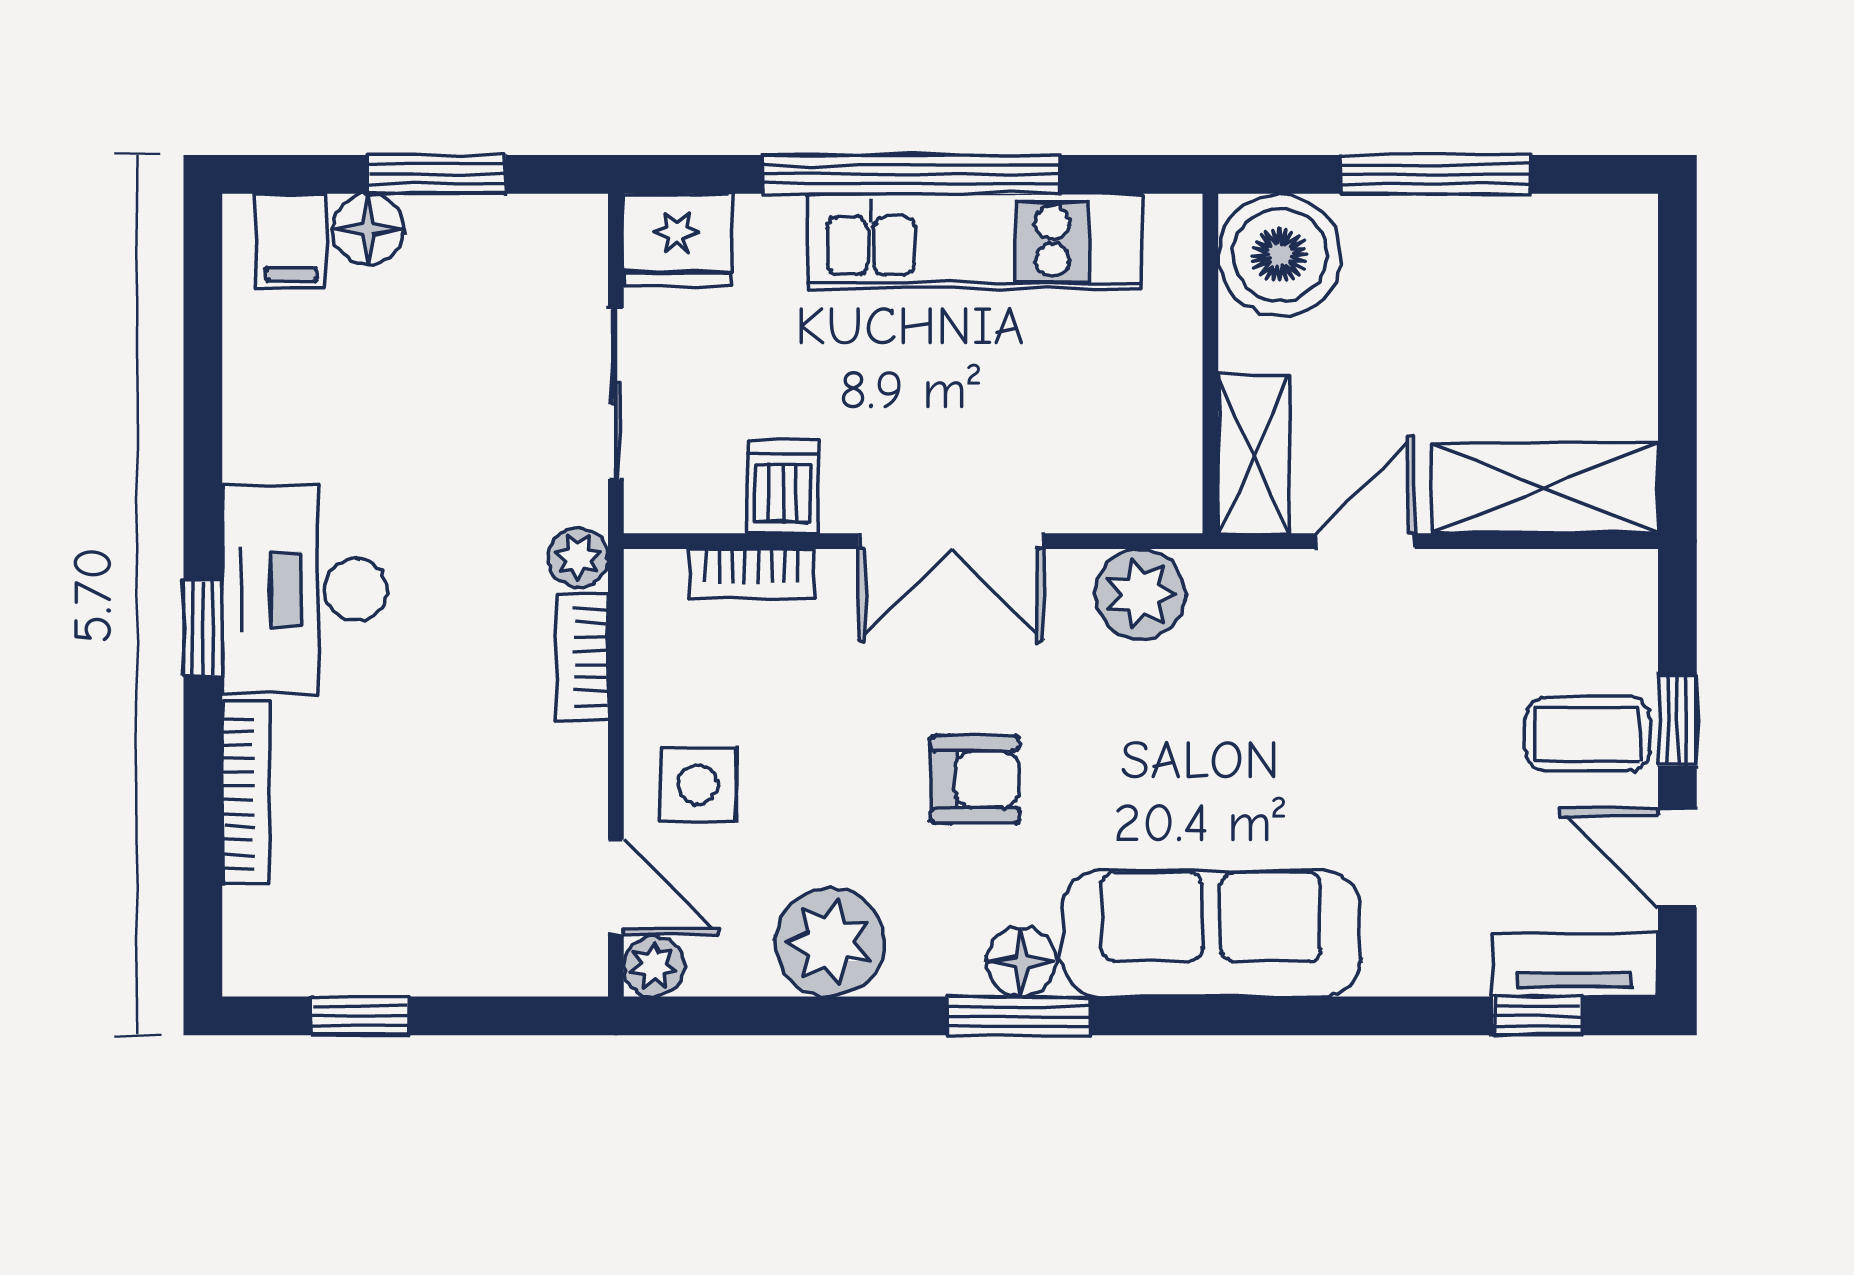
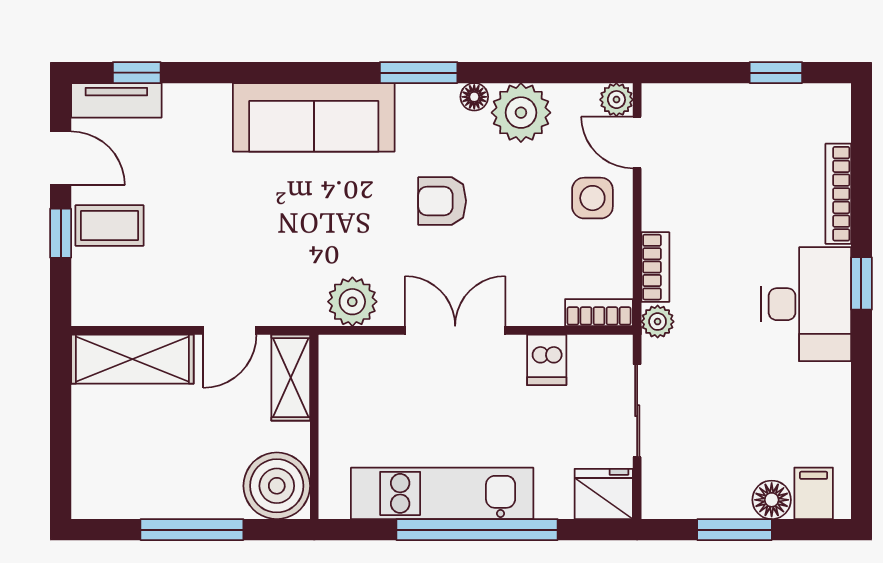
bookcase: (752, 574) -> (599, 313), moved
floor lamp: (1021, 962) -> (474, 97), moved, width x0.73, depth x0.73

